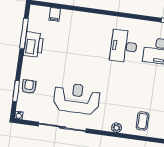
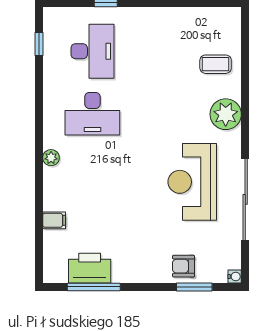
filing cabinet: (55, 14) -> (54, 220), moved
plant: (102, 19) -> (51, 158), added
printer: (33, 45) -> (90, 268), moved
plant: (117, 128) -> (226, 114), width x1.87, depth x1.87

